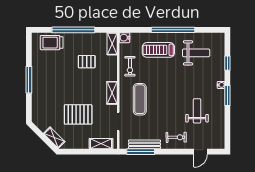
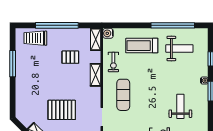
window: (173, 30) -> (173, 25), moved
window: (29, 80) -> (13, 64), moved
shelving: (112, 93) -> (96, 75), moved

